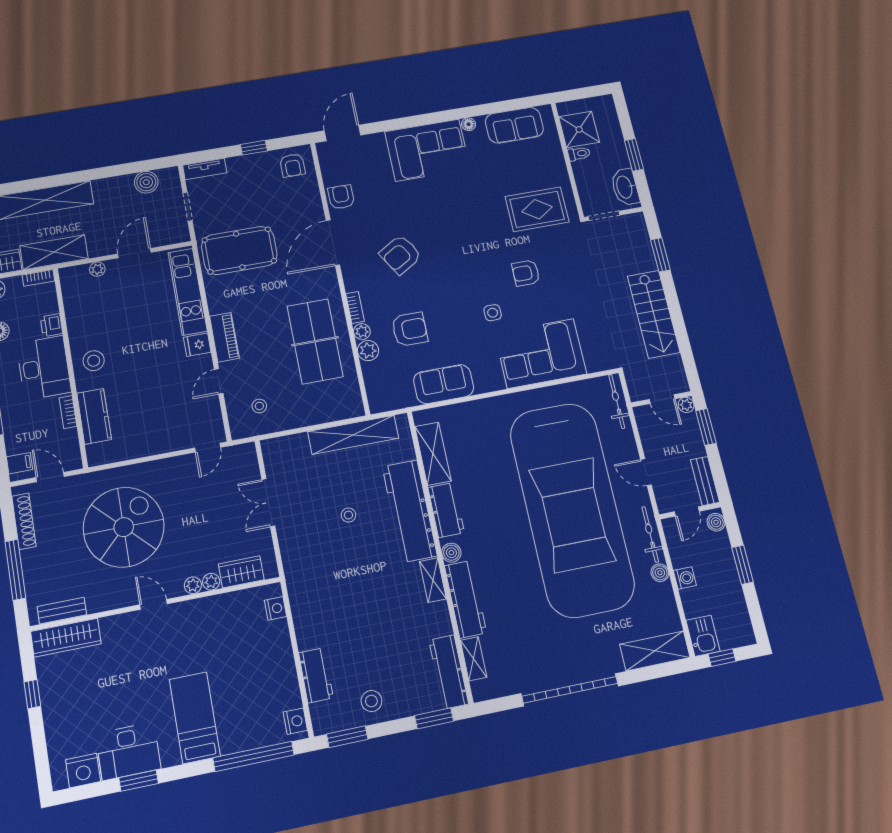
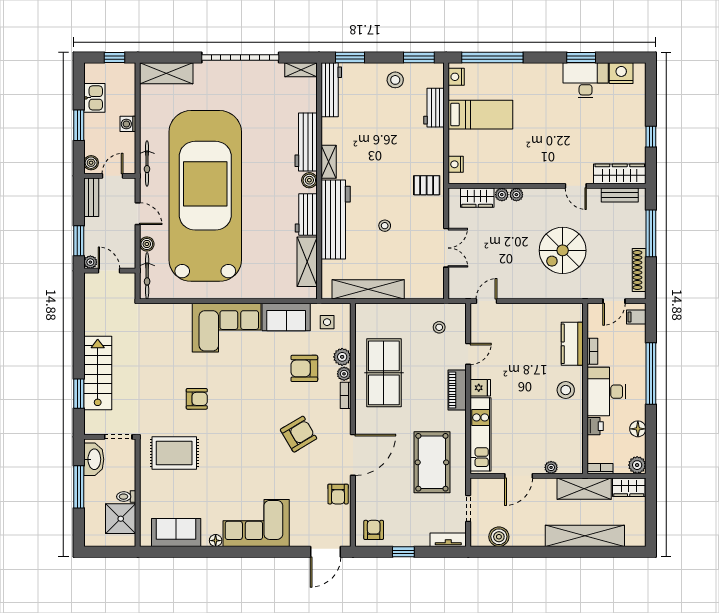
window: (634, 155) -> (79, 487), width x1.44
pool table: (239, 250) -> (432, 462), turned 90
side table: (493, 313) -> (327, 322), moved
stairs: (654, 314) -> (98, 373), moved
corner sofa: (541, 354) -> (227, 328), moved
door: (50, 477) -> (614, 301), hinge flipped
spiral stairs: (124, 527) -> (563, 250), width x0.73, depth x0.73
boiler: (660, 573) -> (147, 244), moved
pallet: (307, 575) -> (427, 185), added
door: (154, 604) -> (576, 186), moved
kitchen sink: (703, 636) -> (94, 98), moved, turned 180
shelving: (474, 659) -> (301, 70), moved, turned 90
bed: (195, 718) -> (480, 115), moved, turned -90

